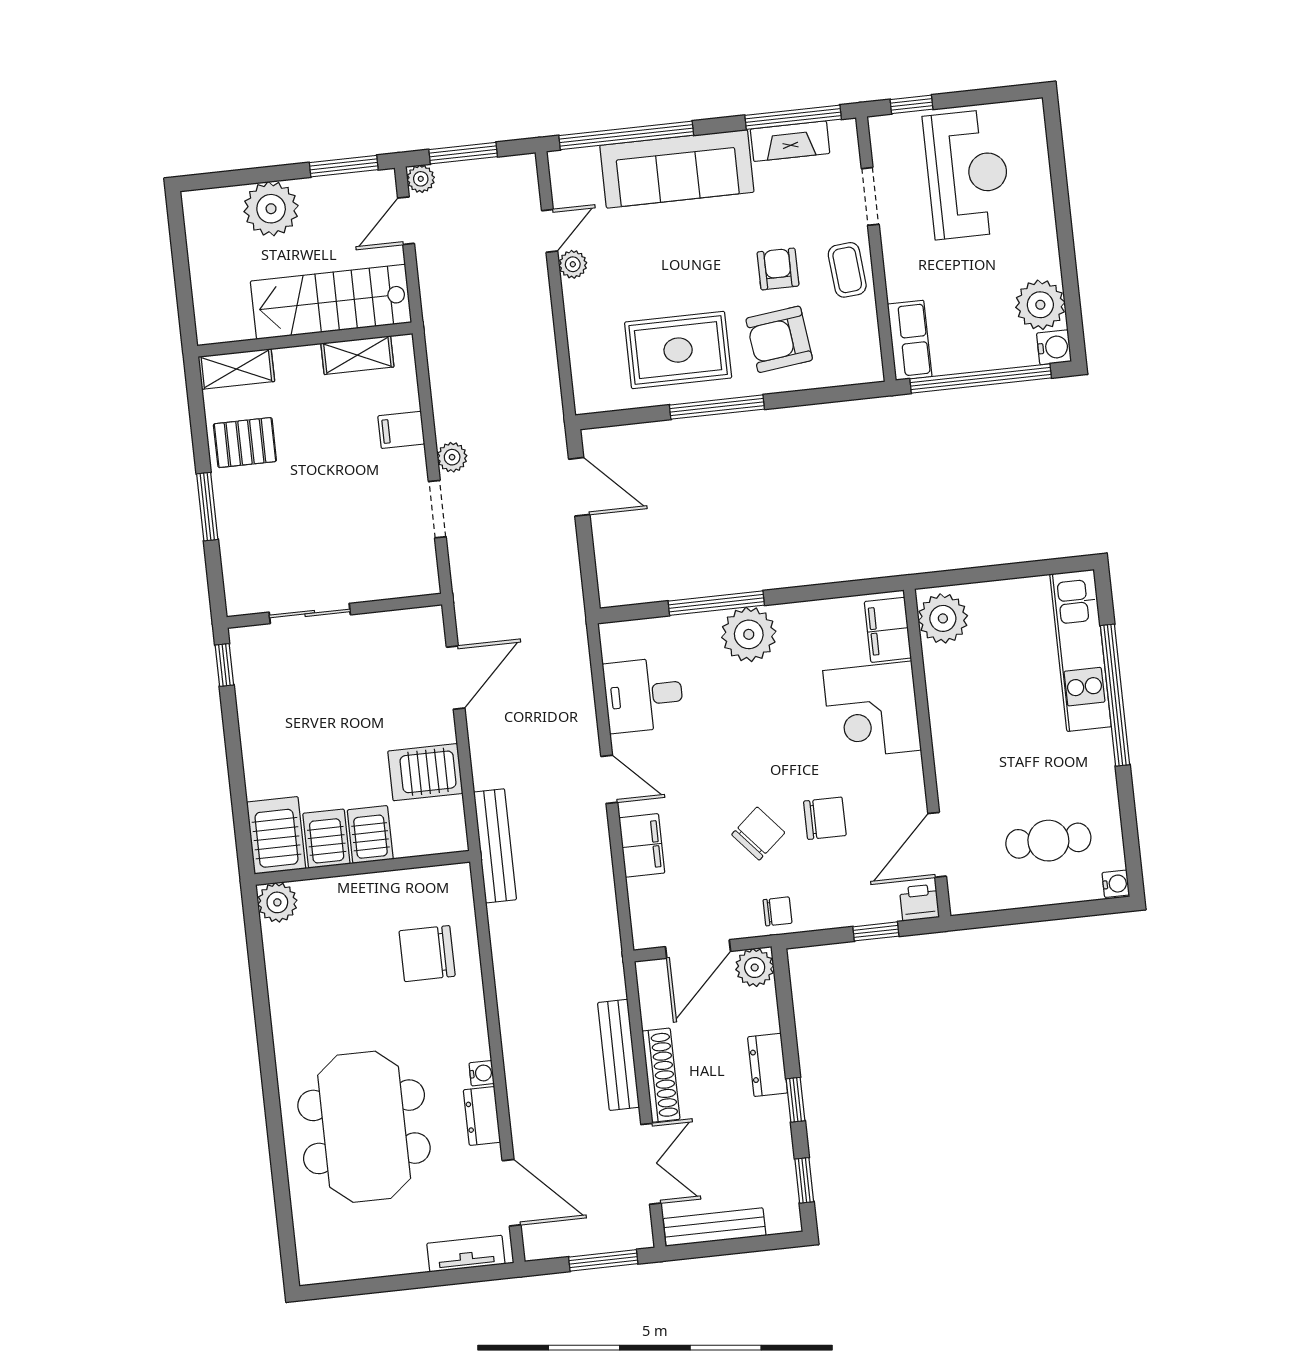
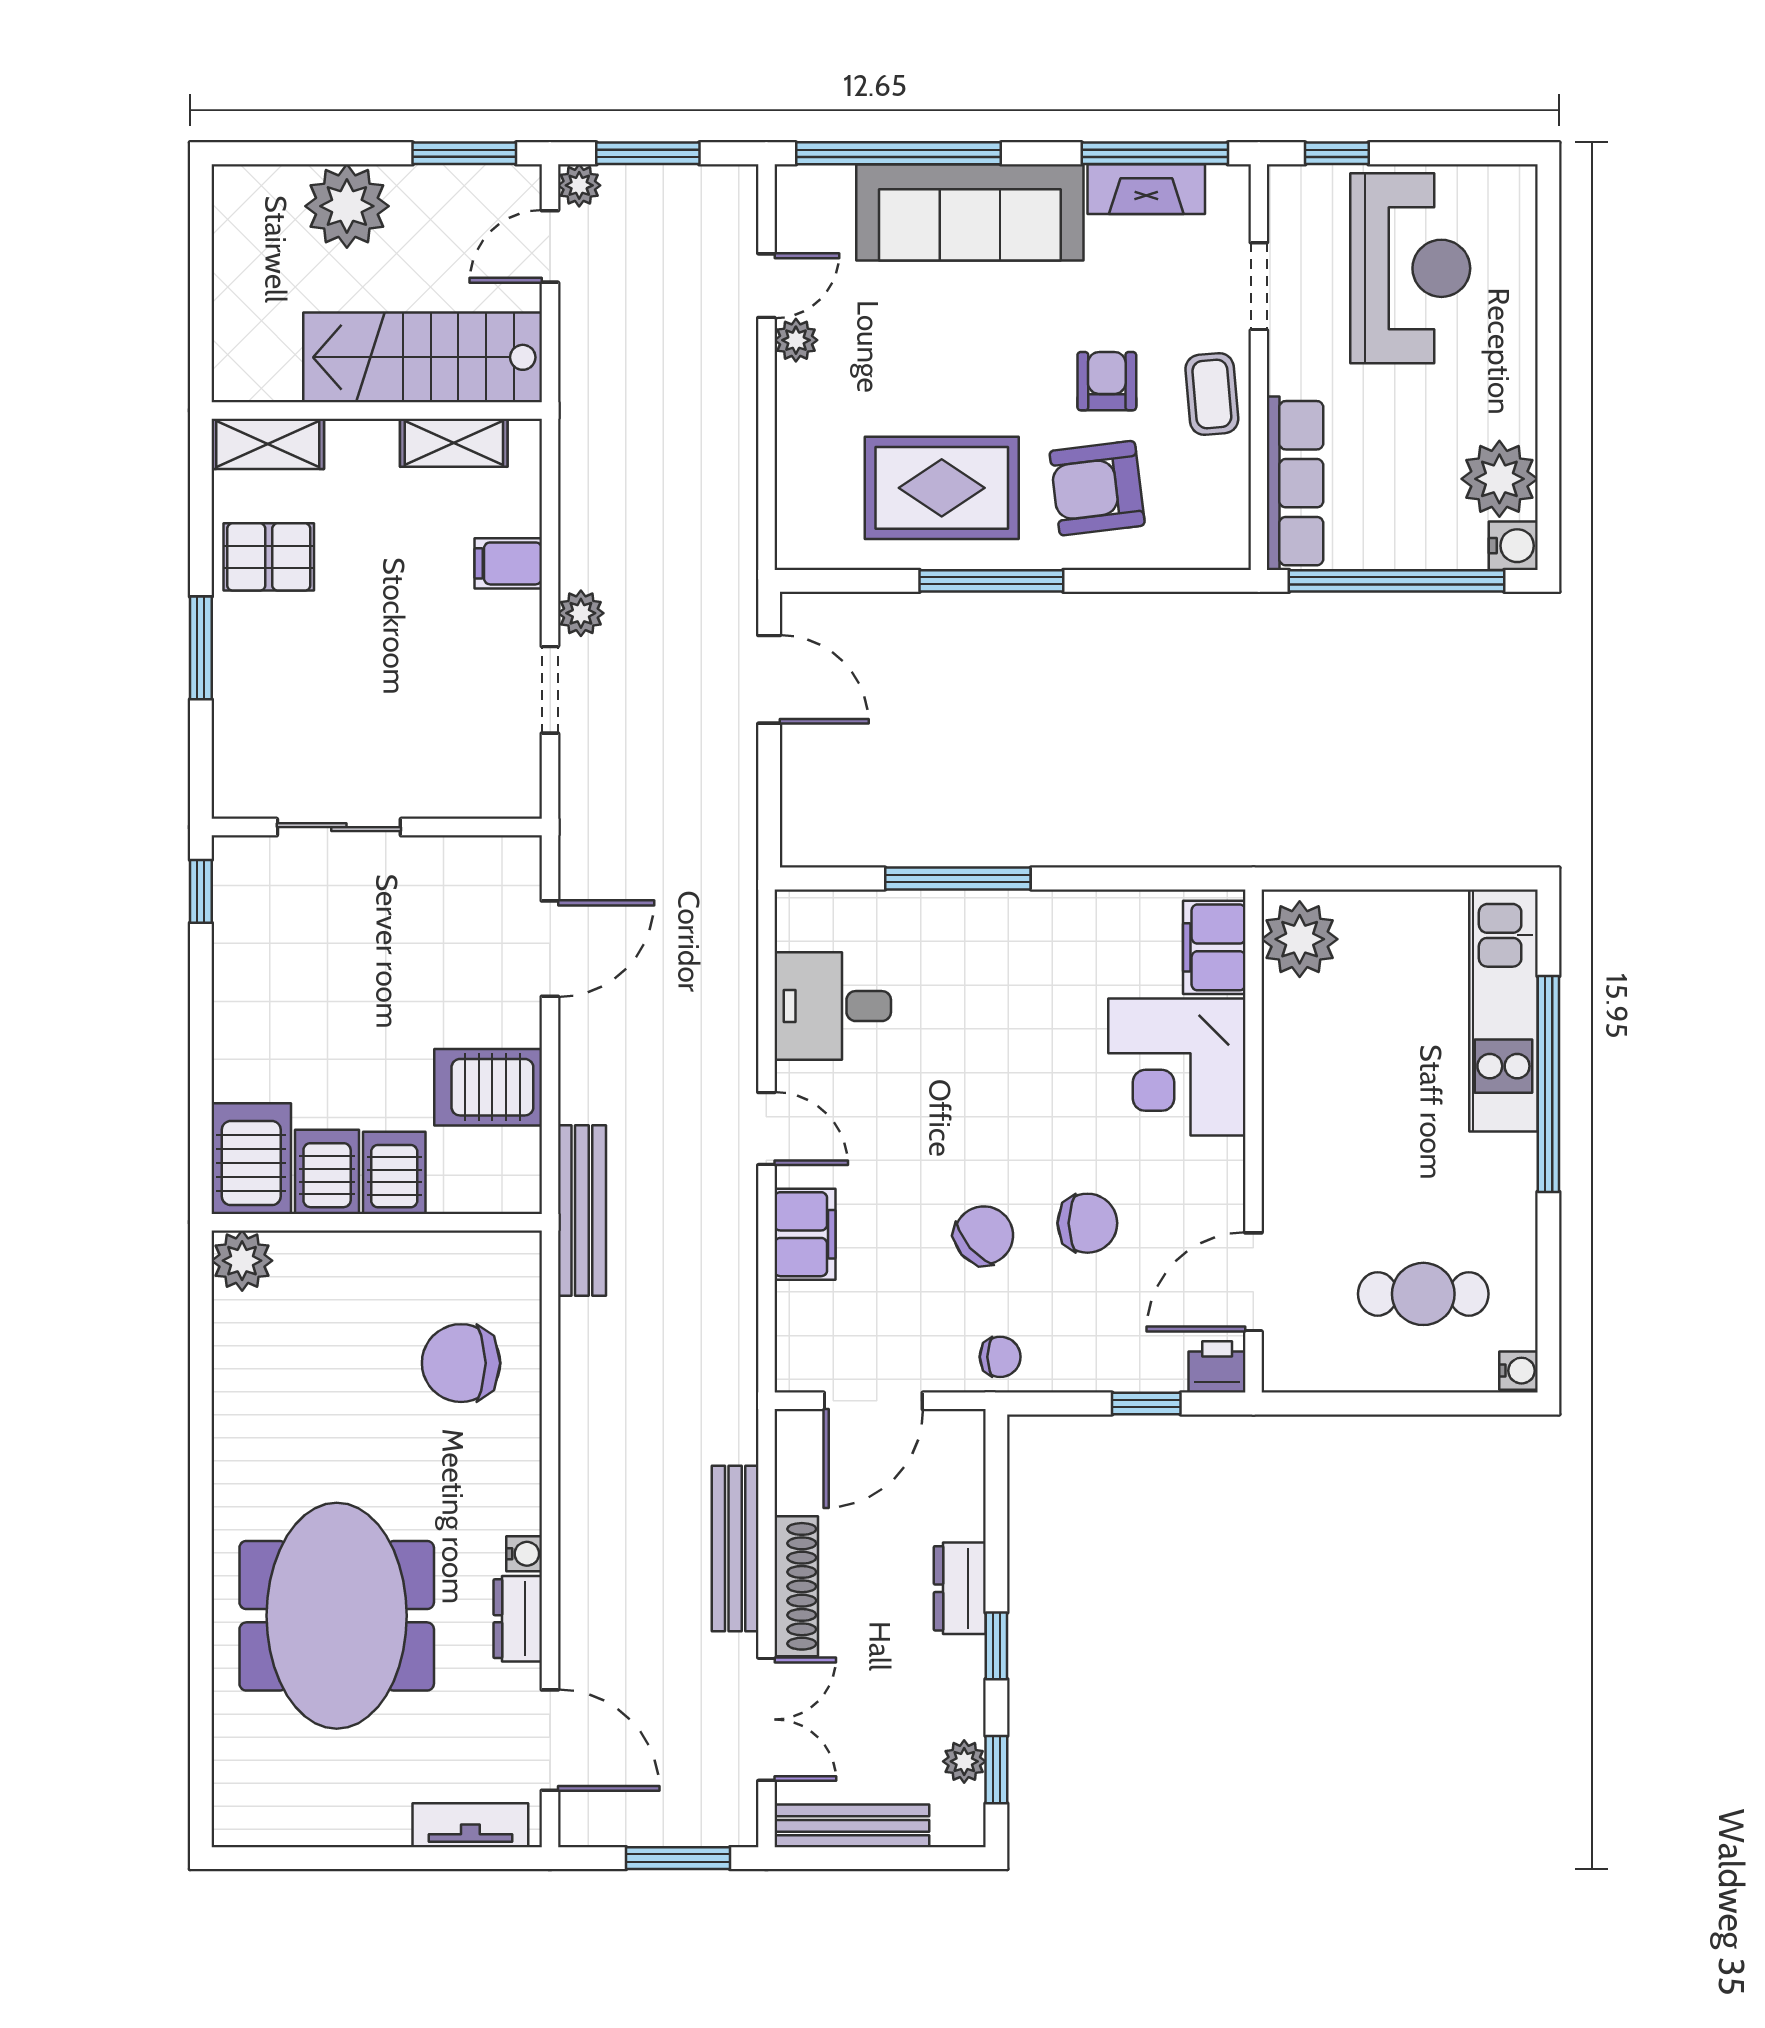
row of seats: (910, 340) -> (1295, 483), width x1.48
plant: (749, 634) -> (1002, 931), removed
plant: (755, 967) -> (964, 1761), moved, width x0.73, depth x0.73

